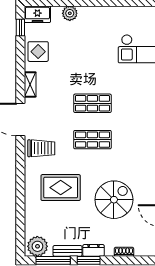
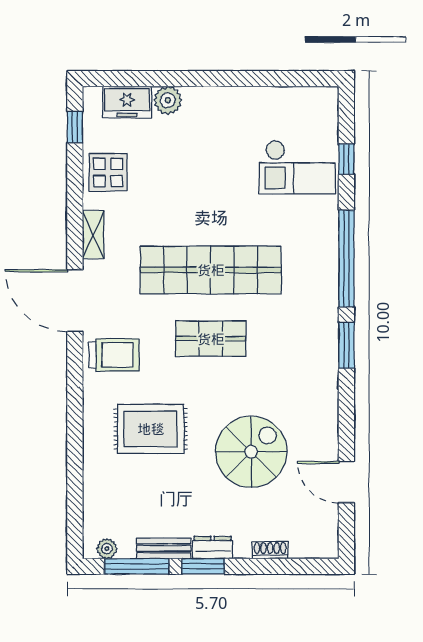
freezer: (37, 14) -> (127, 102), moved
shop shelf: (92, 103) -> (211, 270), width x2.00, depth x1.36
plant: (37, 246) -> (107, 549), width x0.53, depth x0.53

